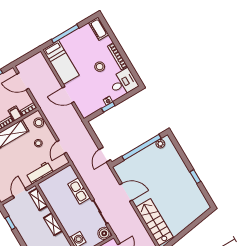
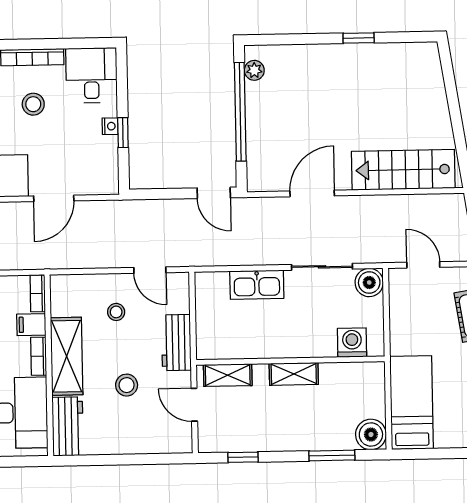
stool: (39, 123) -> (127, 385), moved

